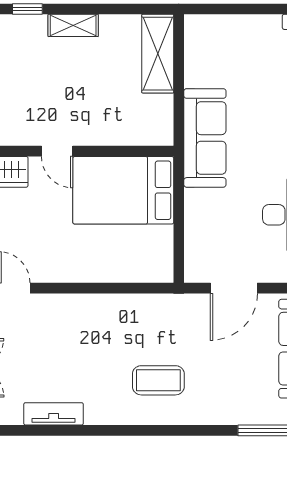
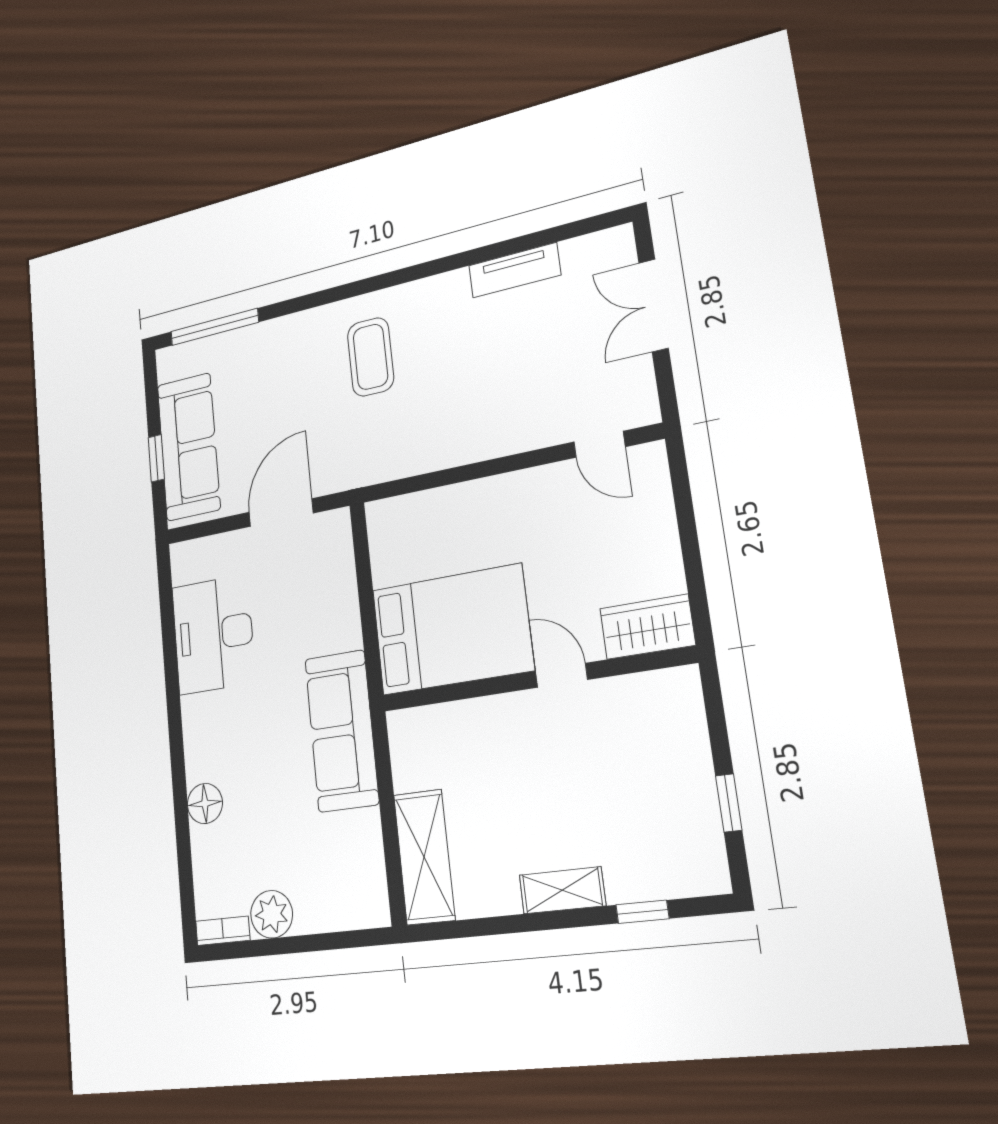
plant: (266, 29) -> (272, 914), added
coffee table: (158, 380) -> (371, 357), turned 90

